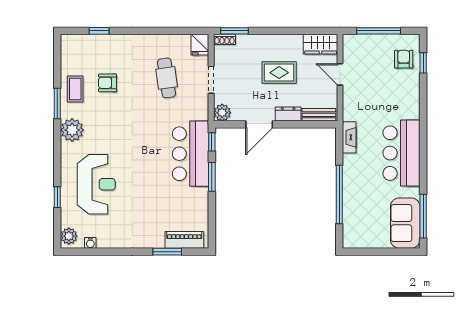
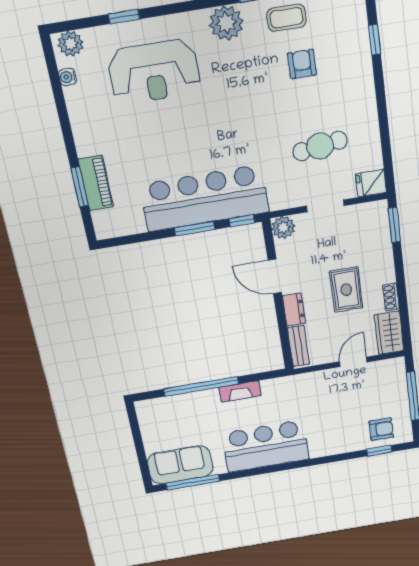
shoe rack: (224, 39) -> (391, 297), moved
fireplace: (349, 137) -> (240, 392), moved
bar counter: (191, 154) -> (205, 198), width x1.36
piano: (184, 240) -> (96, 183), moved

